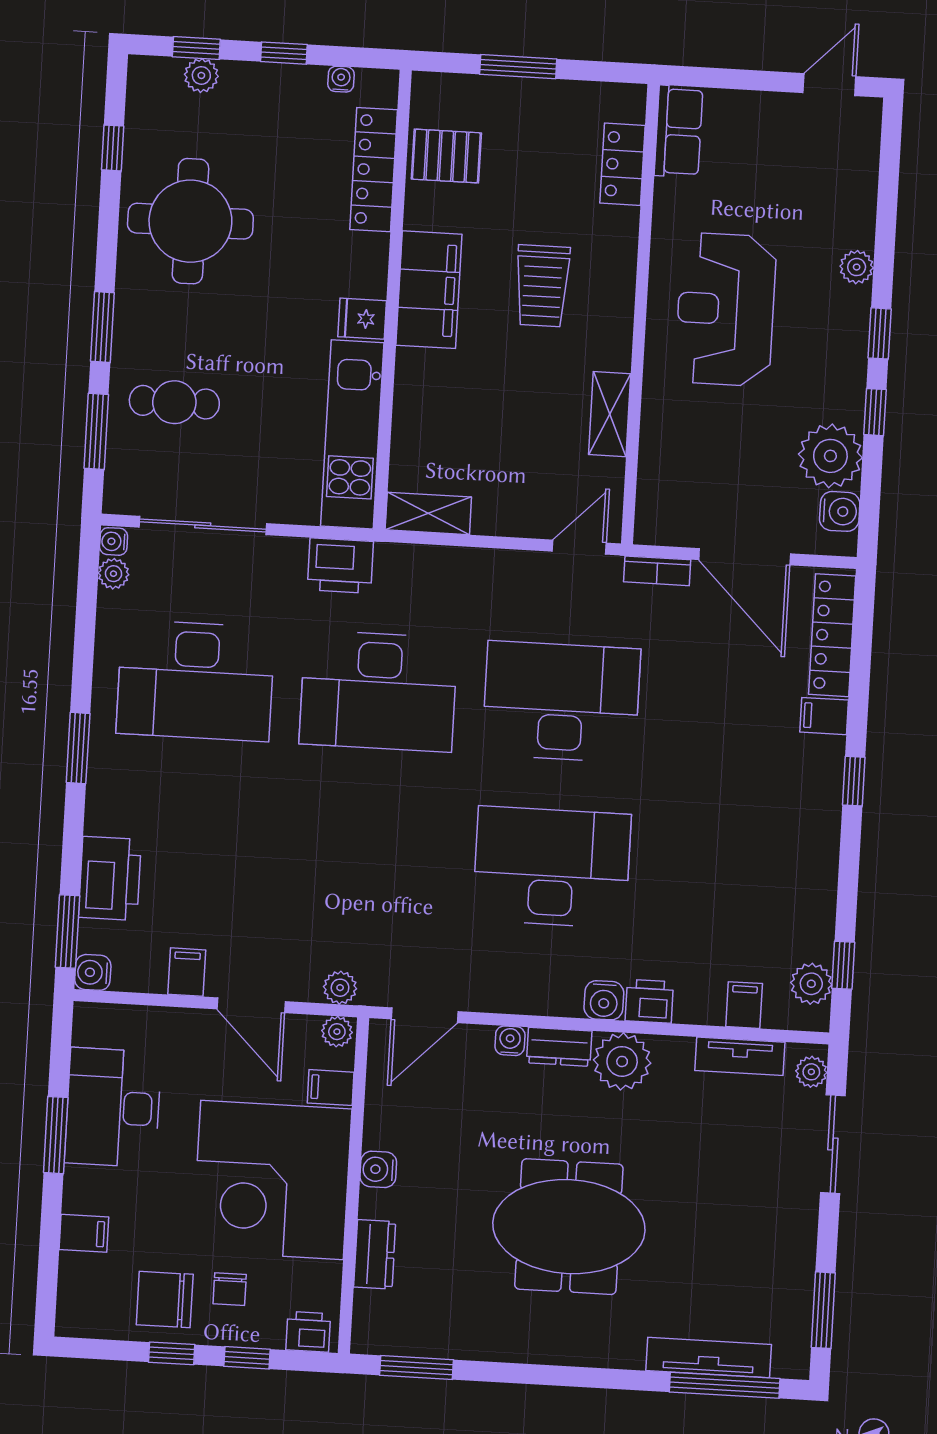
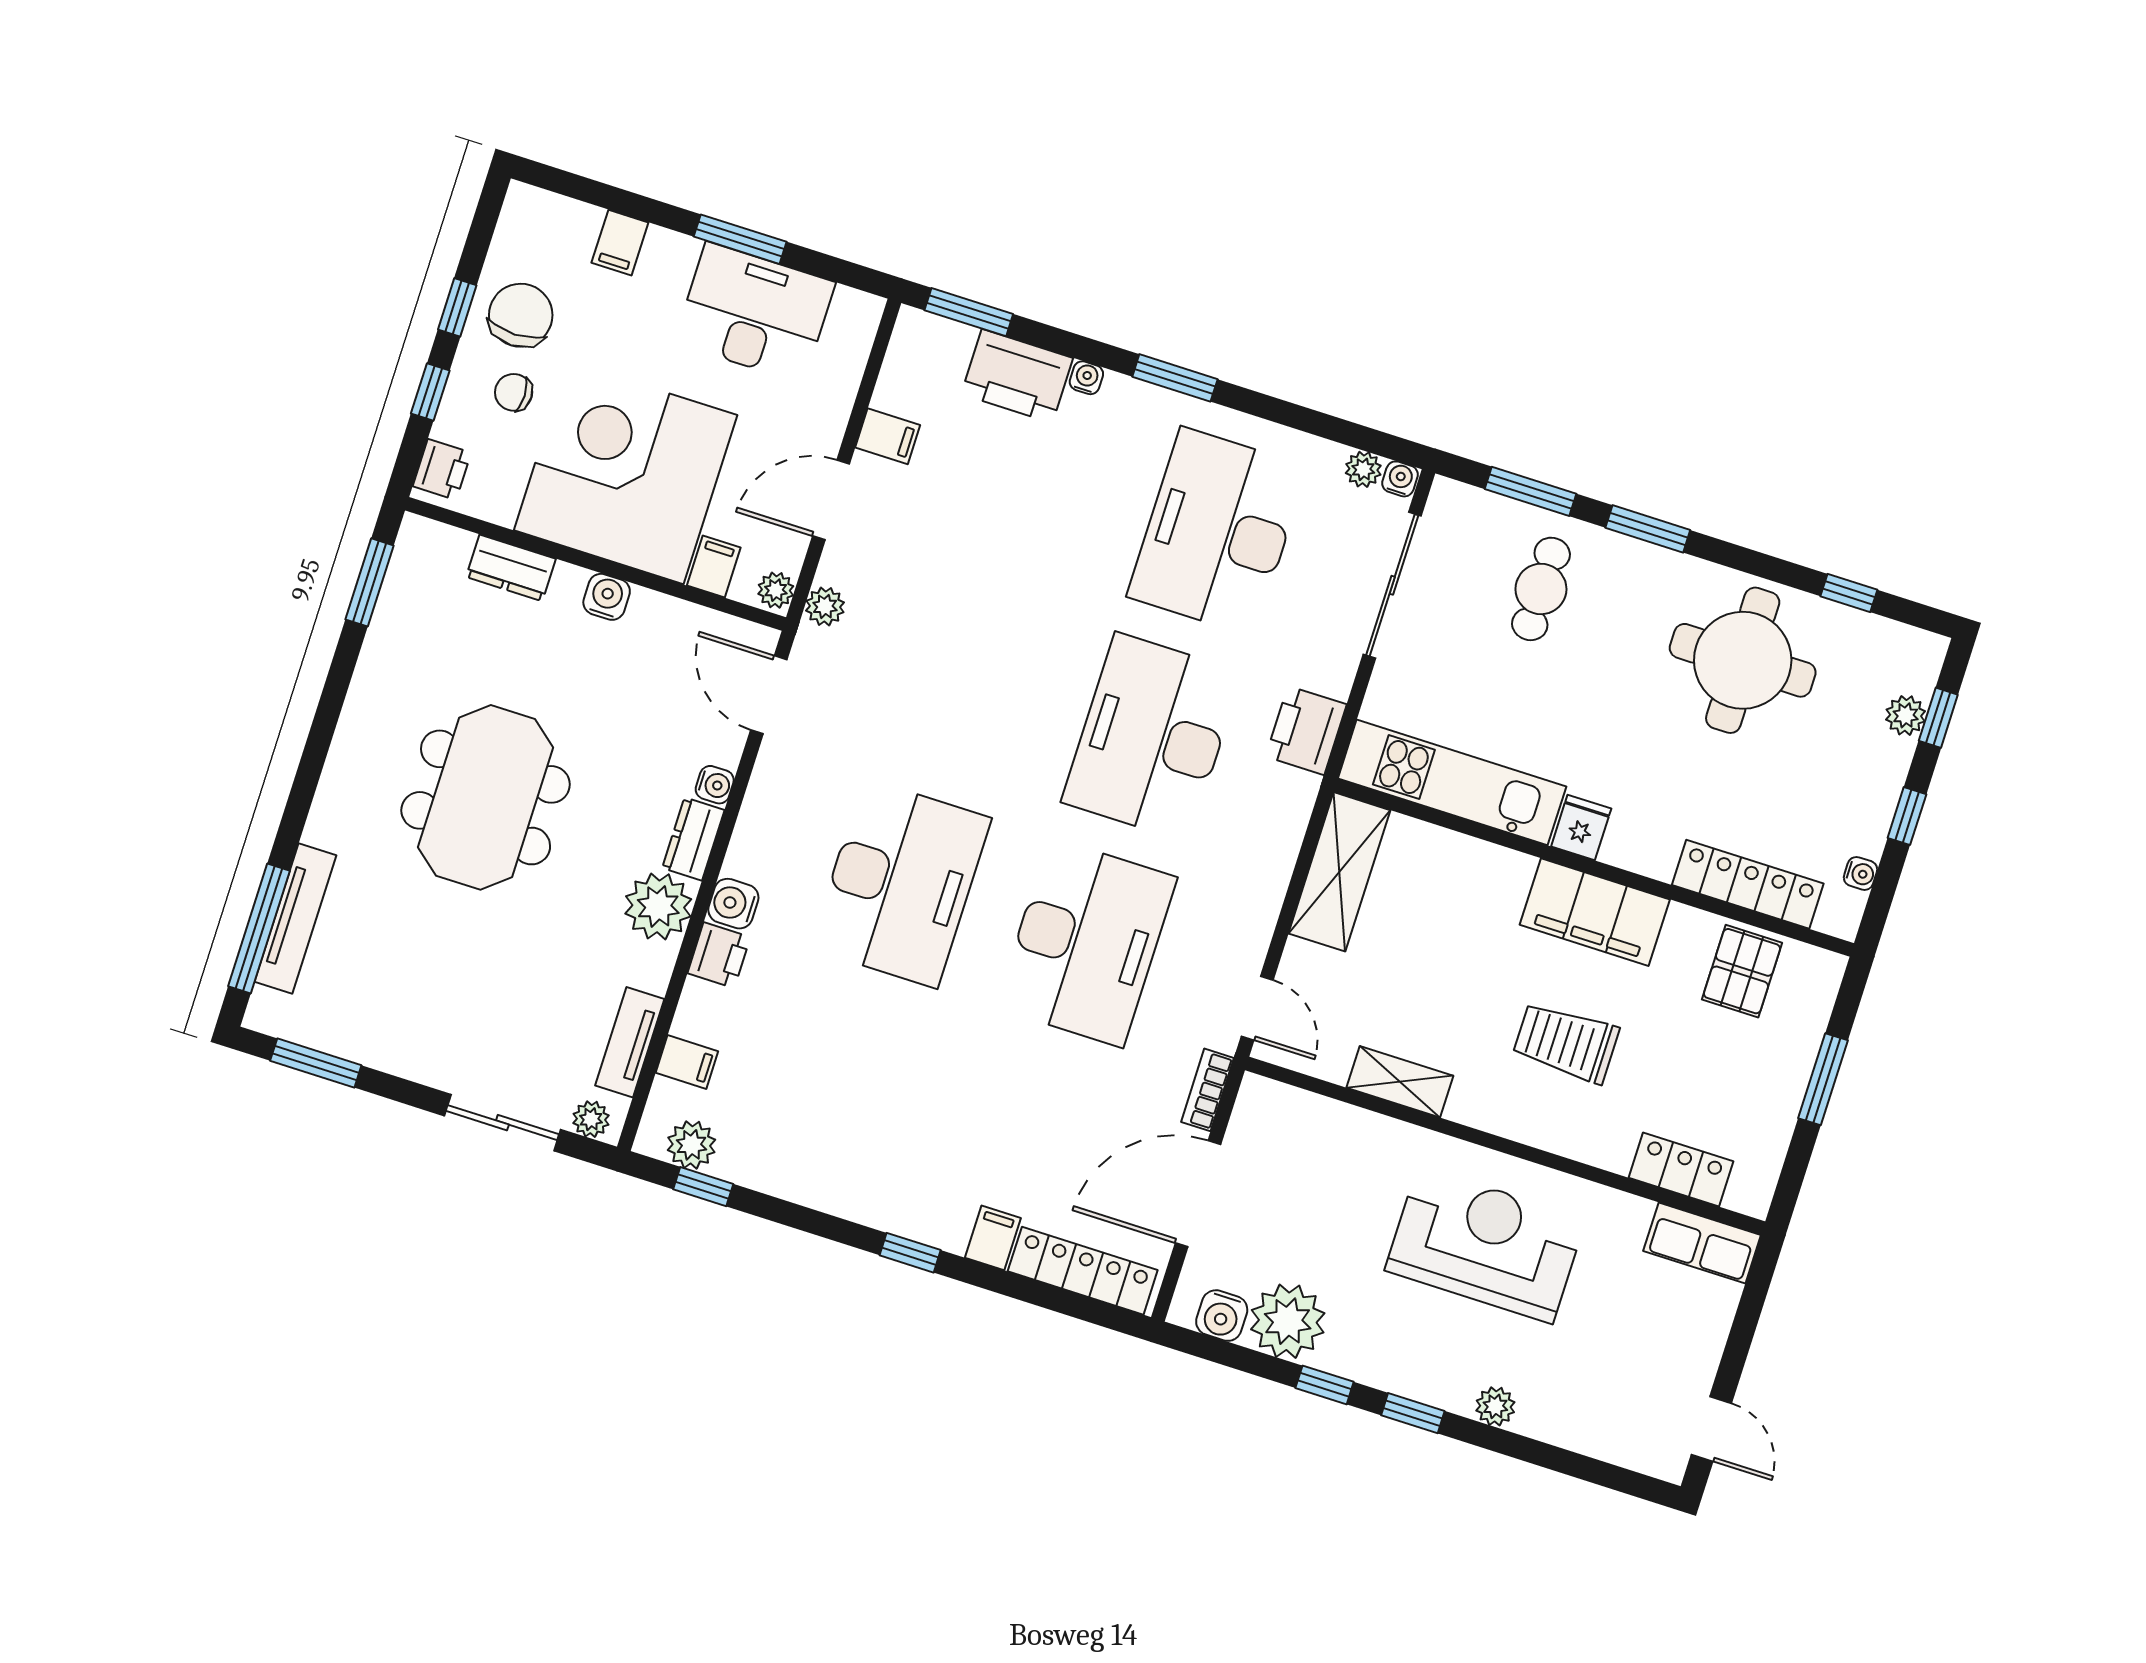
shelving: (428, 513) -> (1339, 872), width x1.50, depth x1.33
water cooler: (93, 972) -> (1086, 378), moved, width x0.72, depth x0.72

